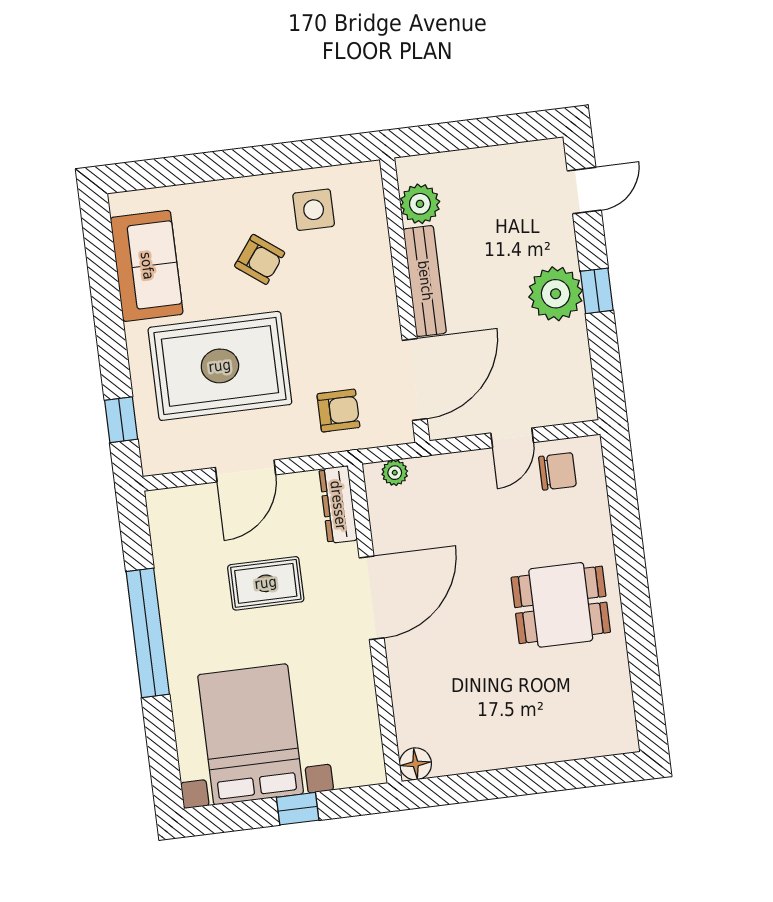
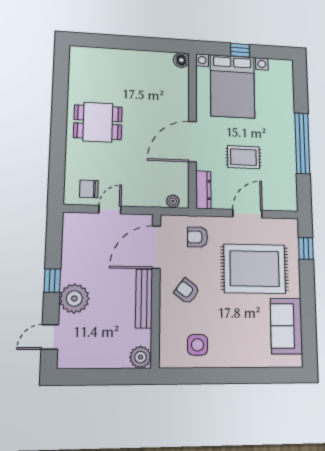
plant: (420, 204) -> (140, 357), moved
armchair: (260, 259) -> (187, 291), moved
plant: (556, 294) -> (74, 299), moved
bed with nightstands: (251, 734) -> (232, 86), moved

